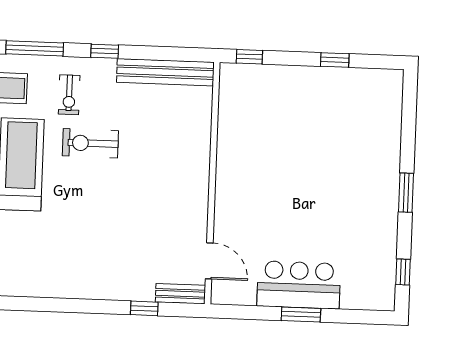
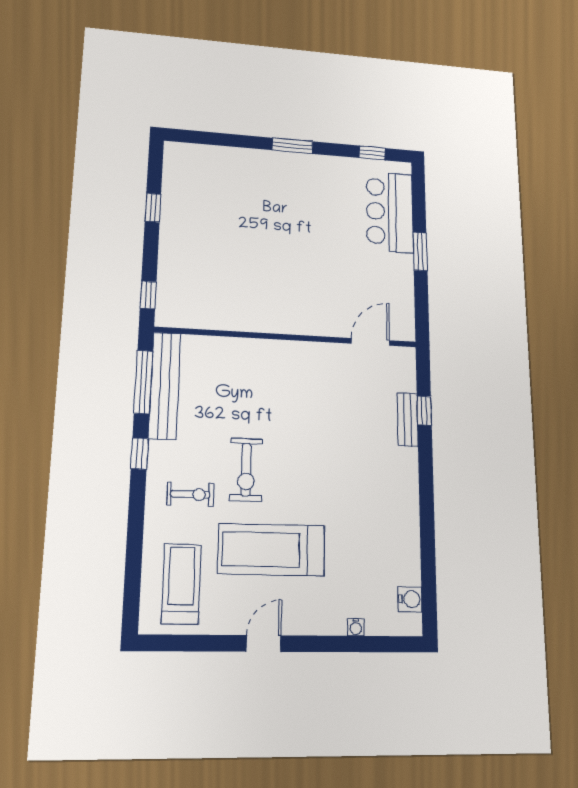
window: (35, 48) -> (143, 382), moved
bar counter: (299, 285) -> (390, 212), moved
bench: (180, 294) -> (407, 420), moved

